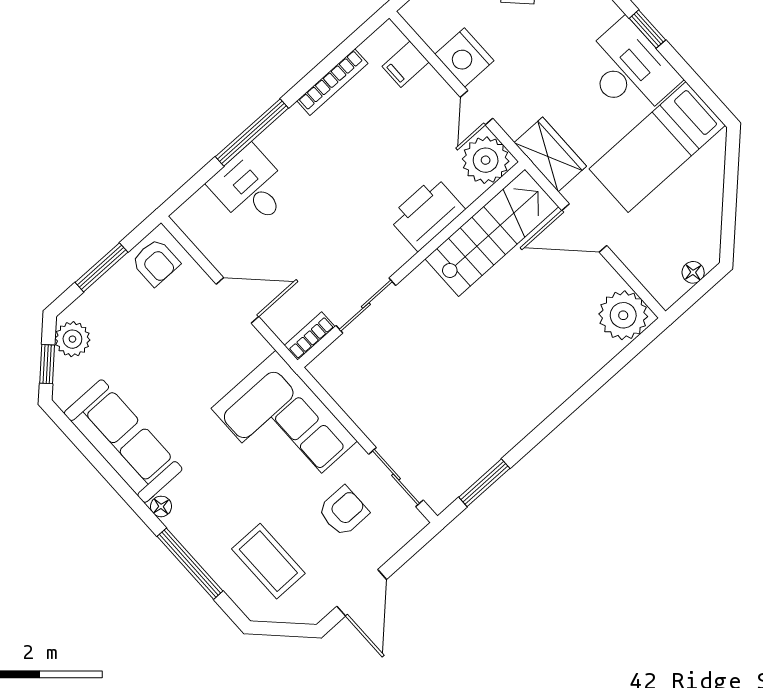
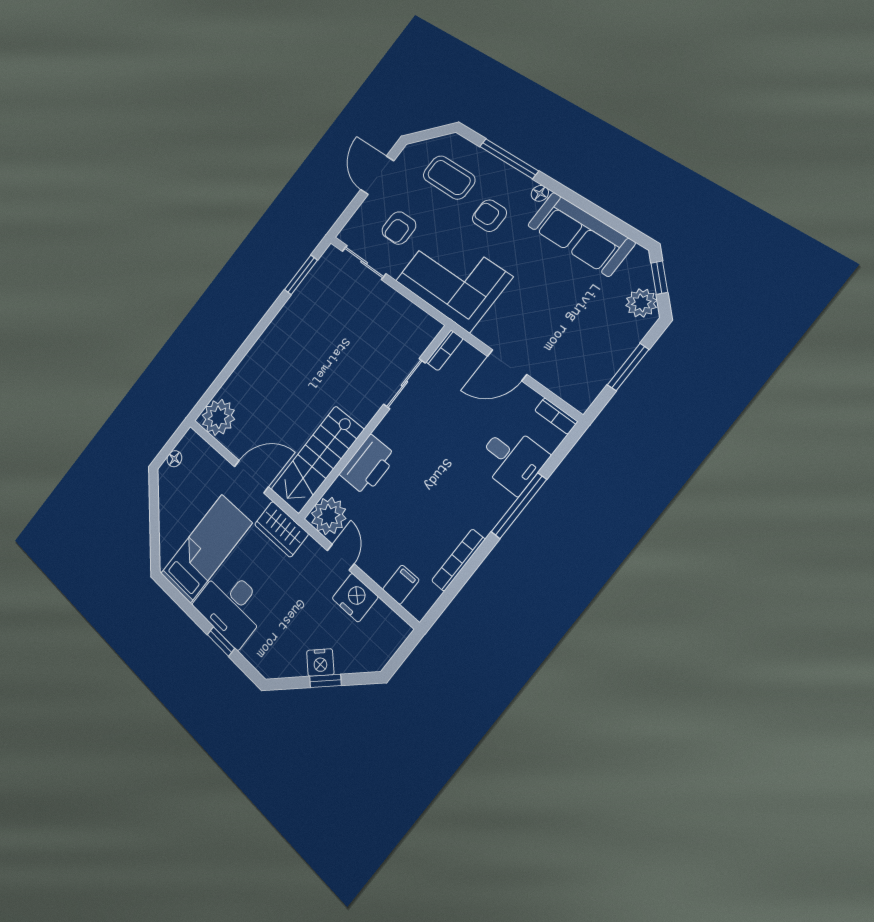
bookcase: (192, 228) -> (556, 416), added
armchair: (156, 262) -> (489, 216), moved

